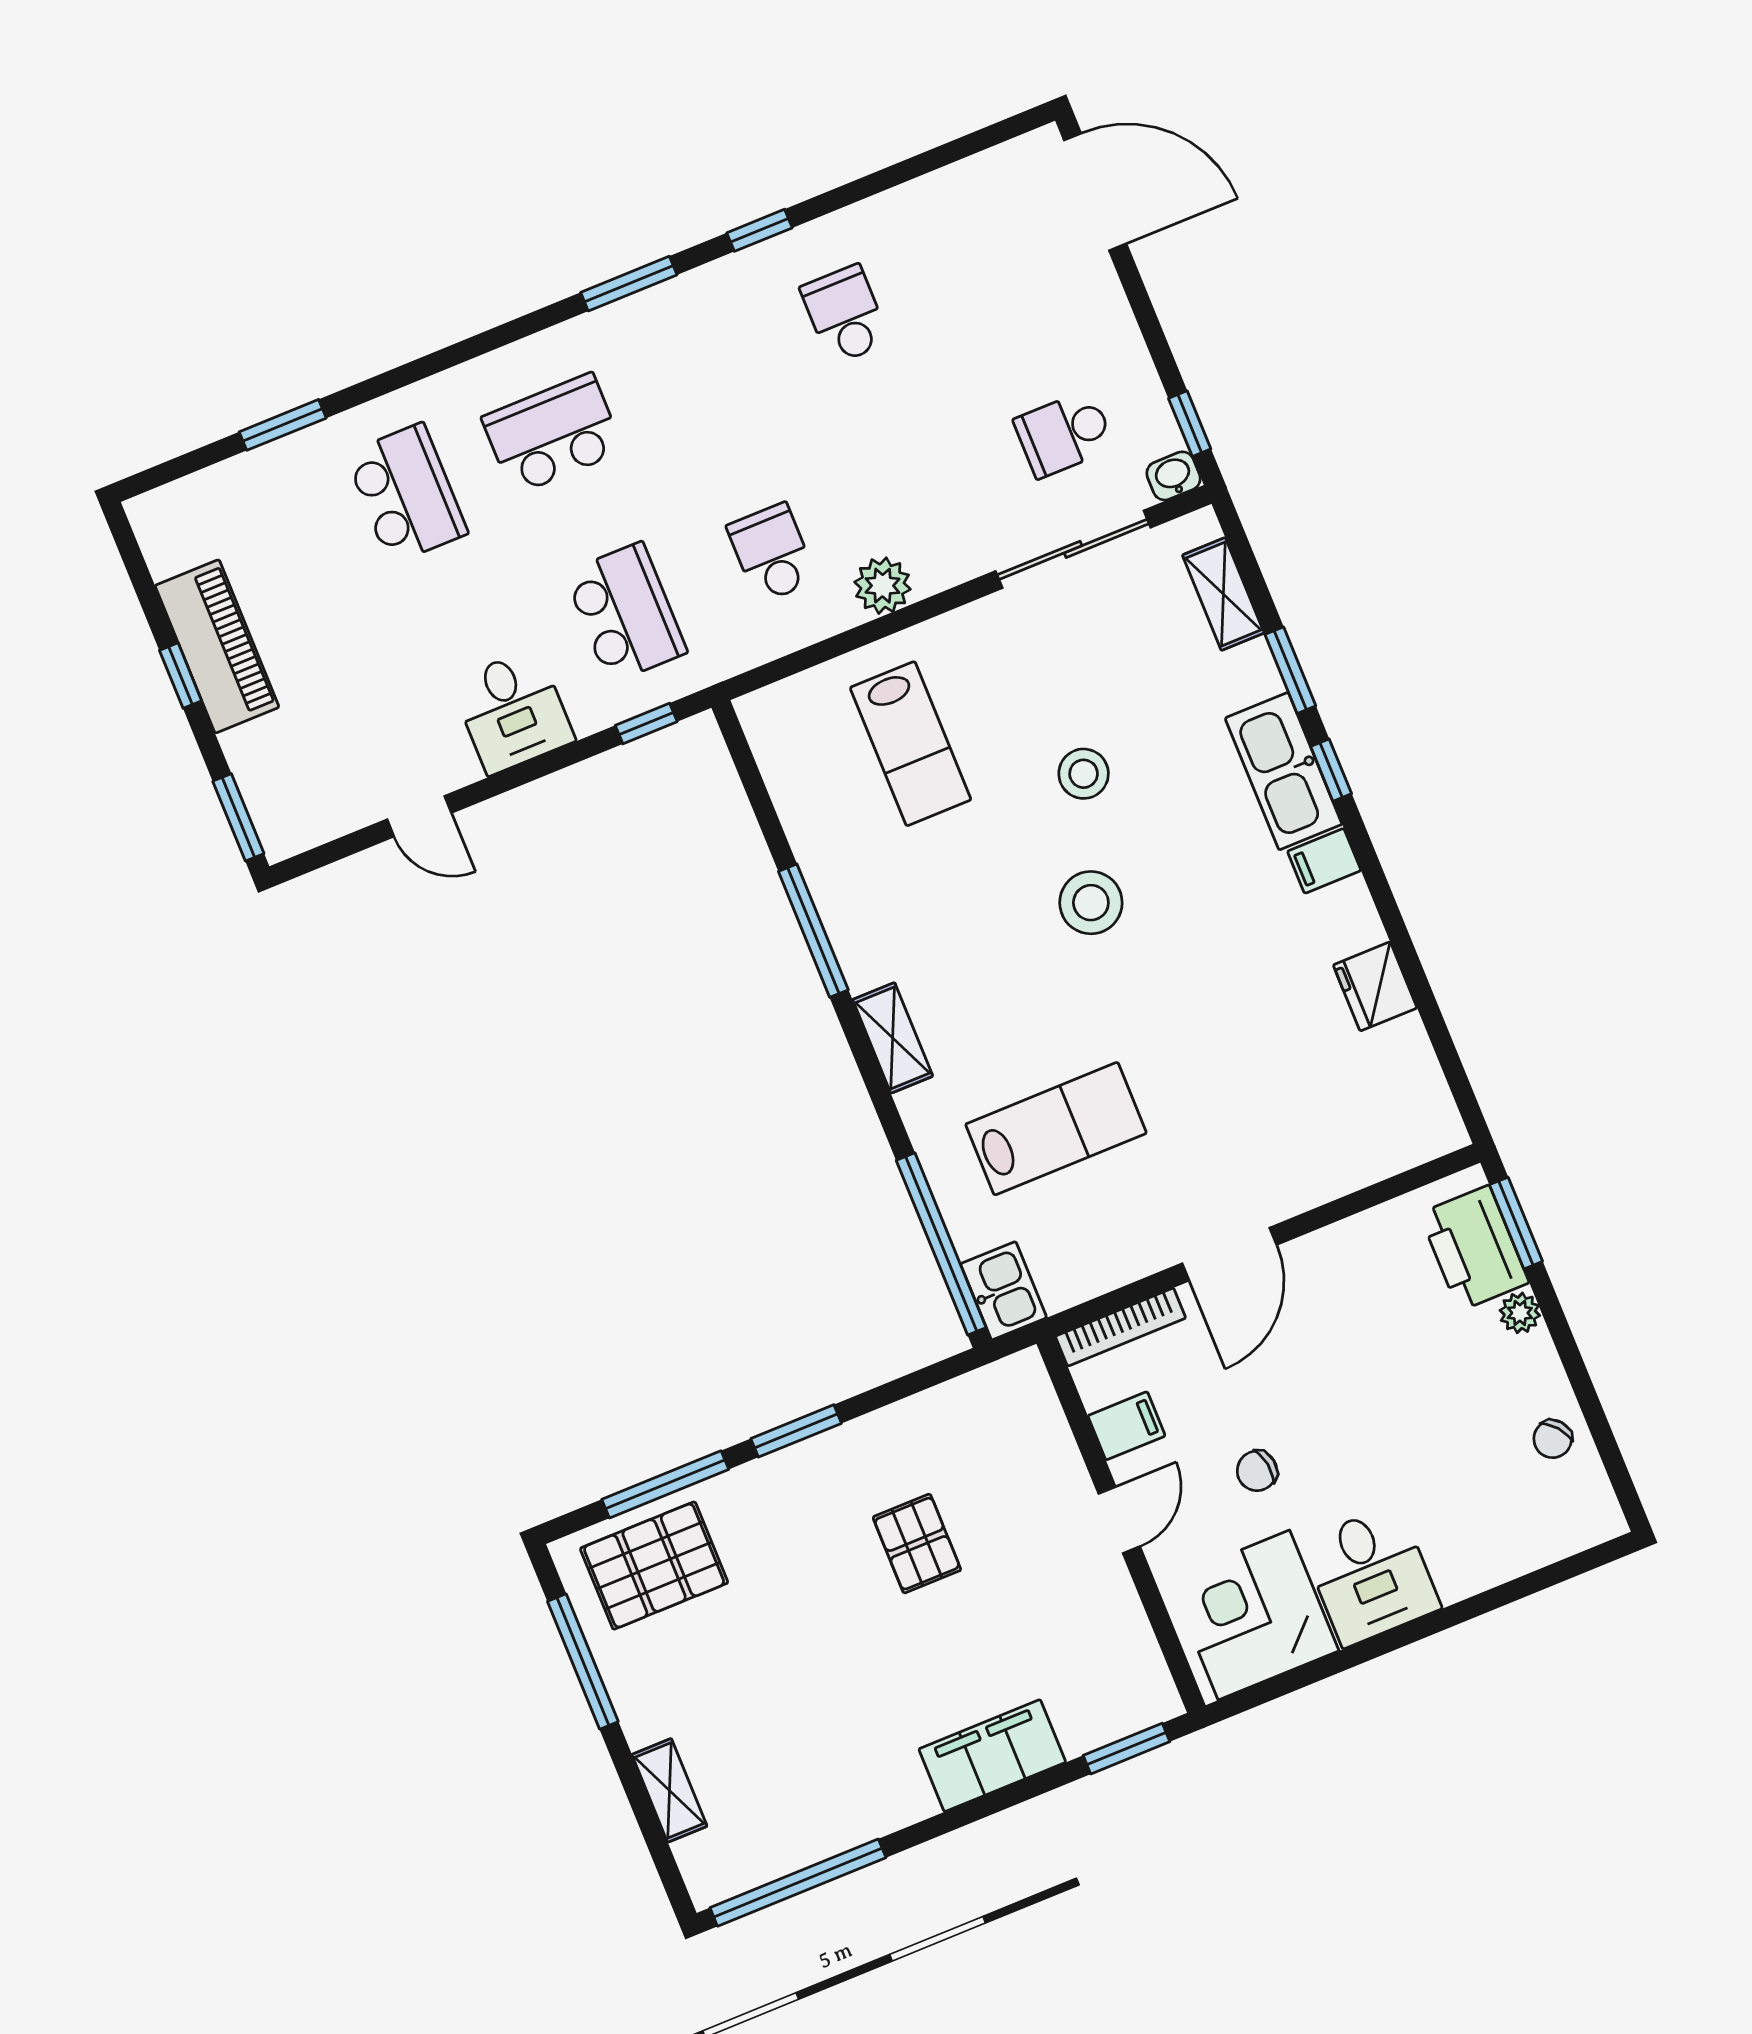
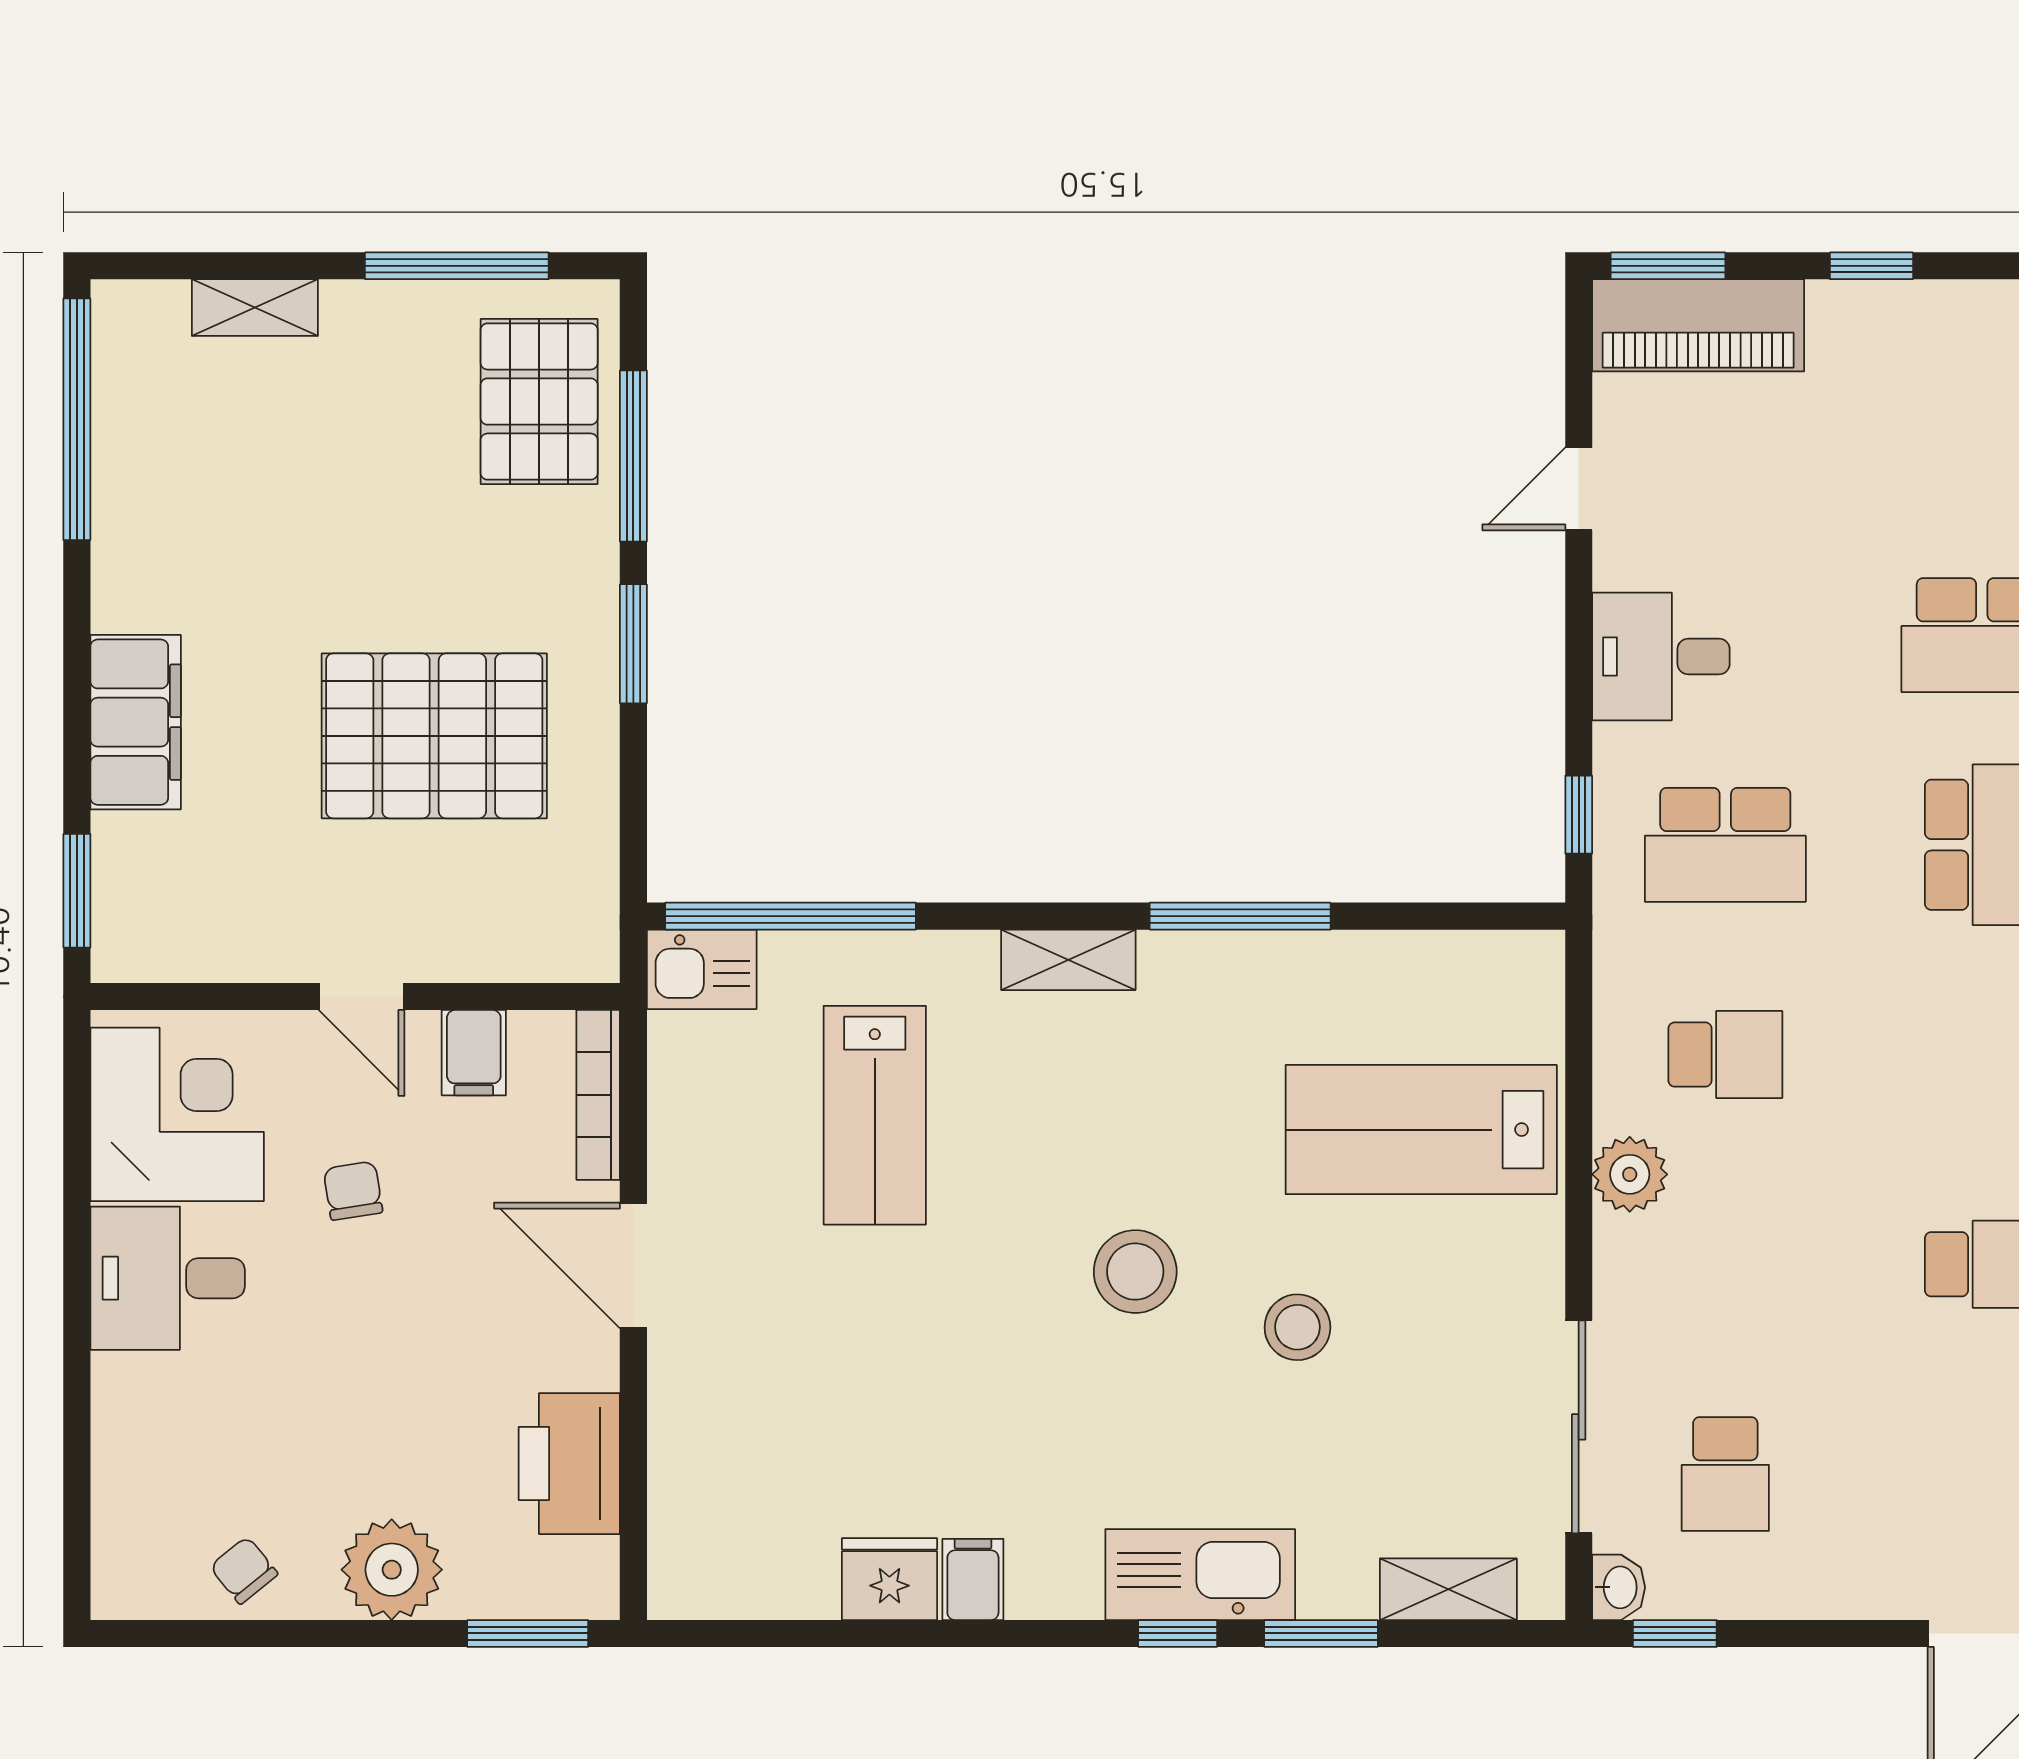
school desk: (1064, 434) -> (1725, 1474), turned 180
piano: (217, 646) -> (1698, 325), moved
lab bench: (911, 744) -> (1421, 1130), width x1.36, depth x1.39
filing cabinet: (1324, 861) -> (973, 1579), moved
printer: (1474, 1248) -> (569, 1464), moved, turned -90
plant: (1520, 1313) -> (392, 1570), width x1.87, depth x1.87
pallet: (917, 1544) -> (434, 736), width x2.05, depth x2.00

